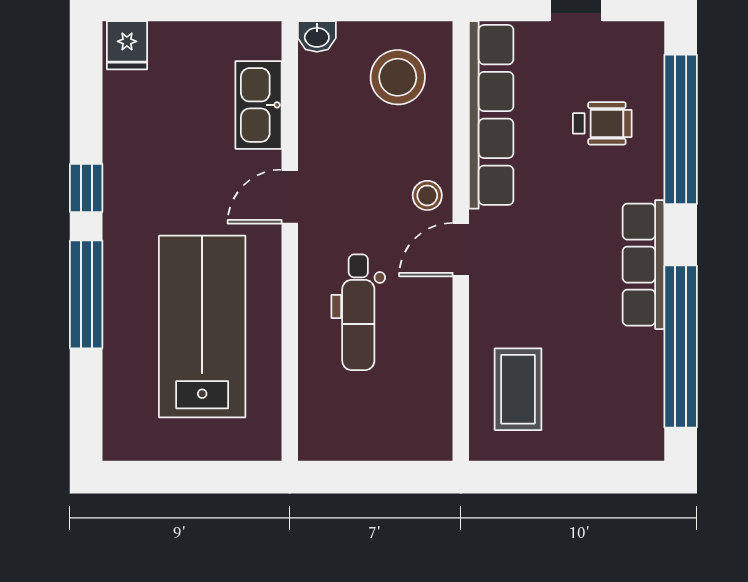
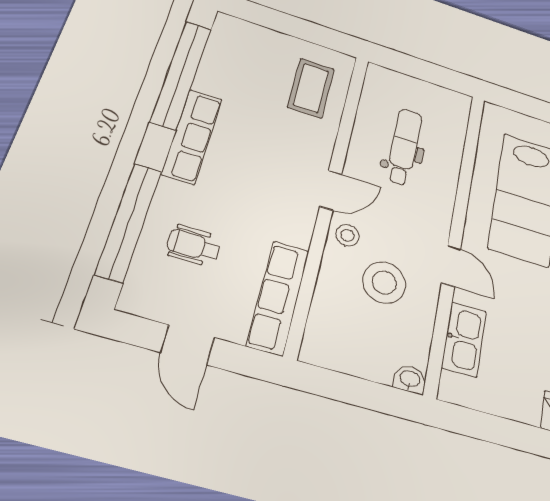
stool: (398, 77) -> (384, 282), moved
row of seats: (491, 115) -> (278, 298), width x0.73
door: (290, 197) -> (451, 266), hinge flipped
dental chair: (358, 312) -> (404, 147), moved

